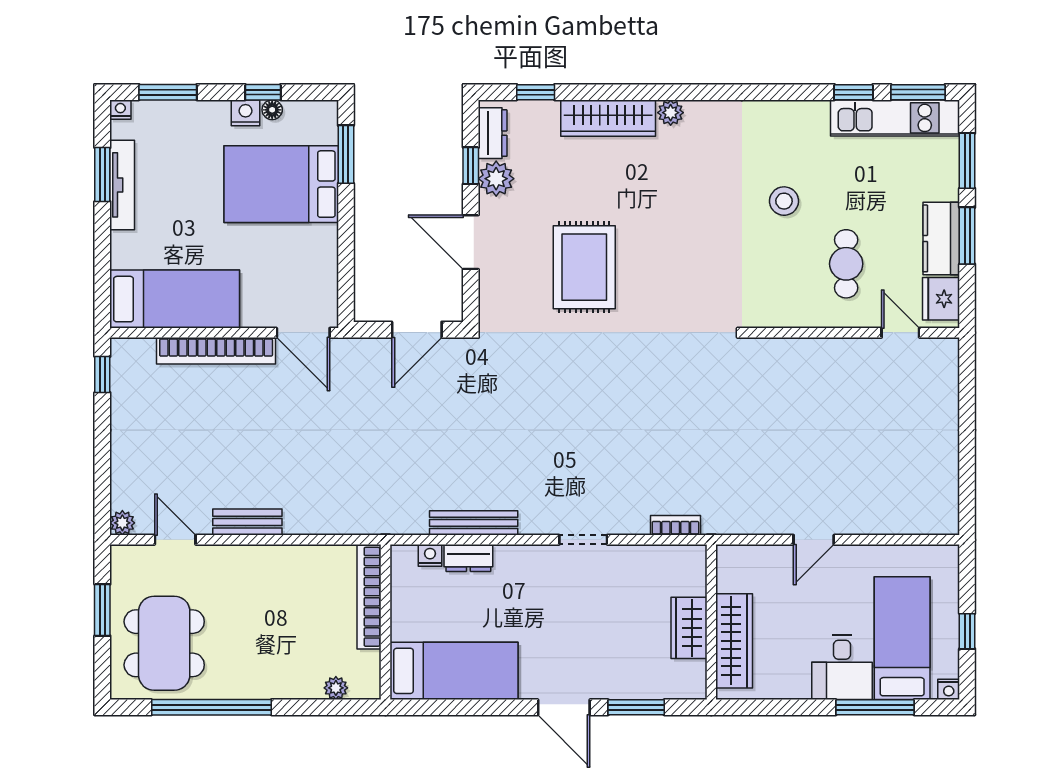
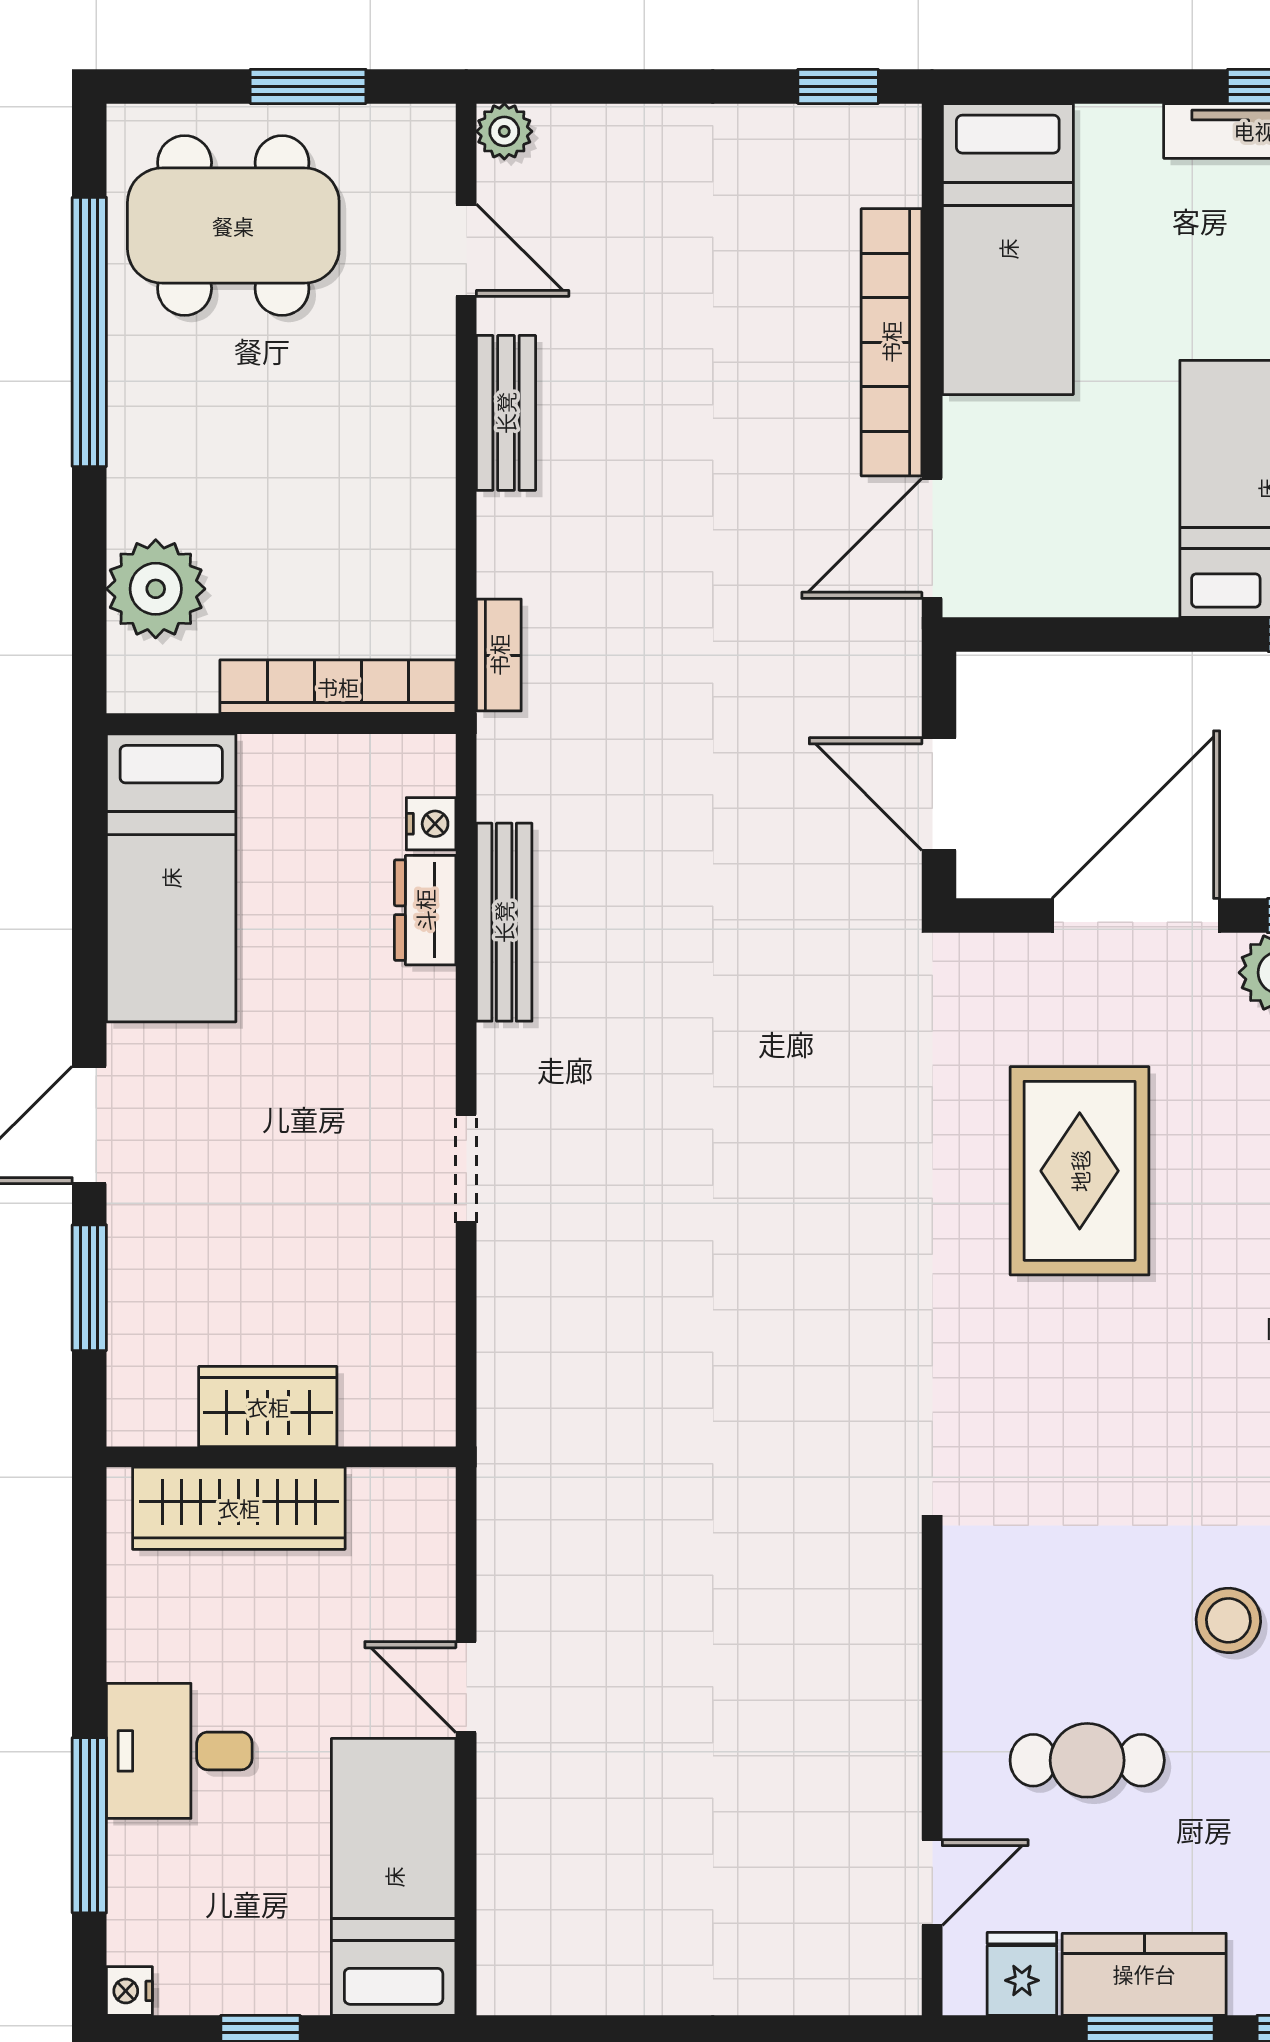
door: (471, 242) -> (1136, 916), width x1.36
rug: (584, 267) -> (1080, 1171), turned 90
fridge: (941, 299) -> (1022, 1974), width x0.72
bookcase: (675, 525) -> (499, 655), moved
door: (175, 540) -> (466, 250), hinge flipped
bed: (902, 638) -> (394, 1877), moved, turned -90
plant: (336, 688) -> (156, 589), width x1.88, depth x1.88

